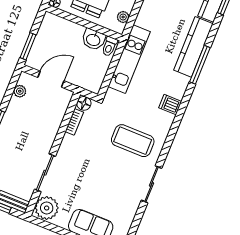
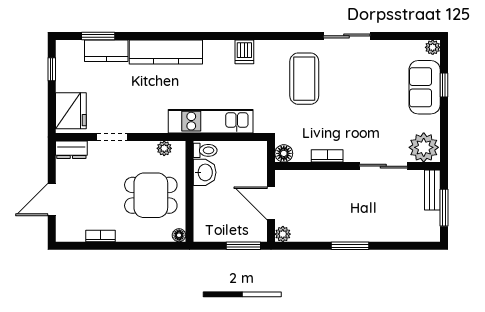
window: (200, 65) -> (184, 36), removed
plant: (20, 91) -> (283, 234), moved
bookcase: (74, 122) -> (327, 156), moved

